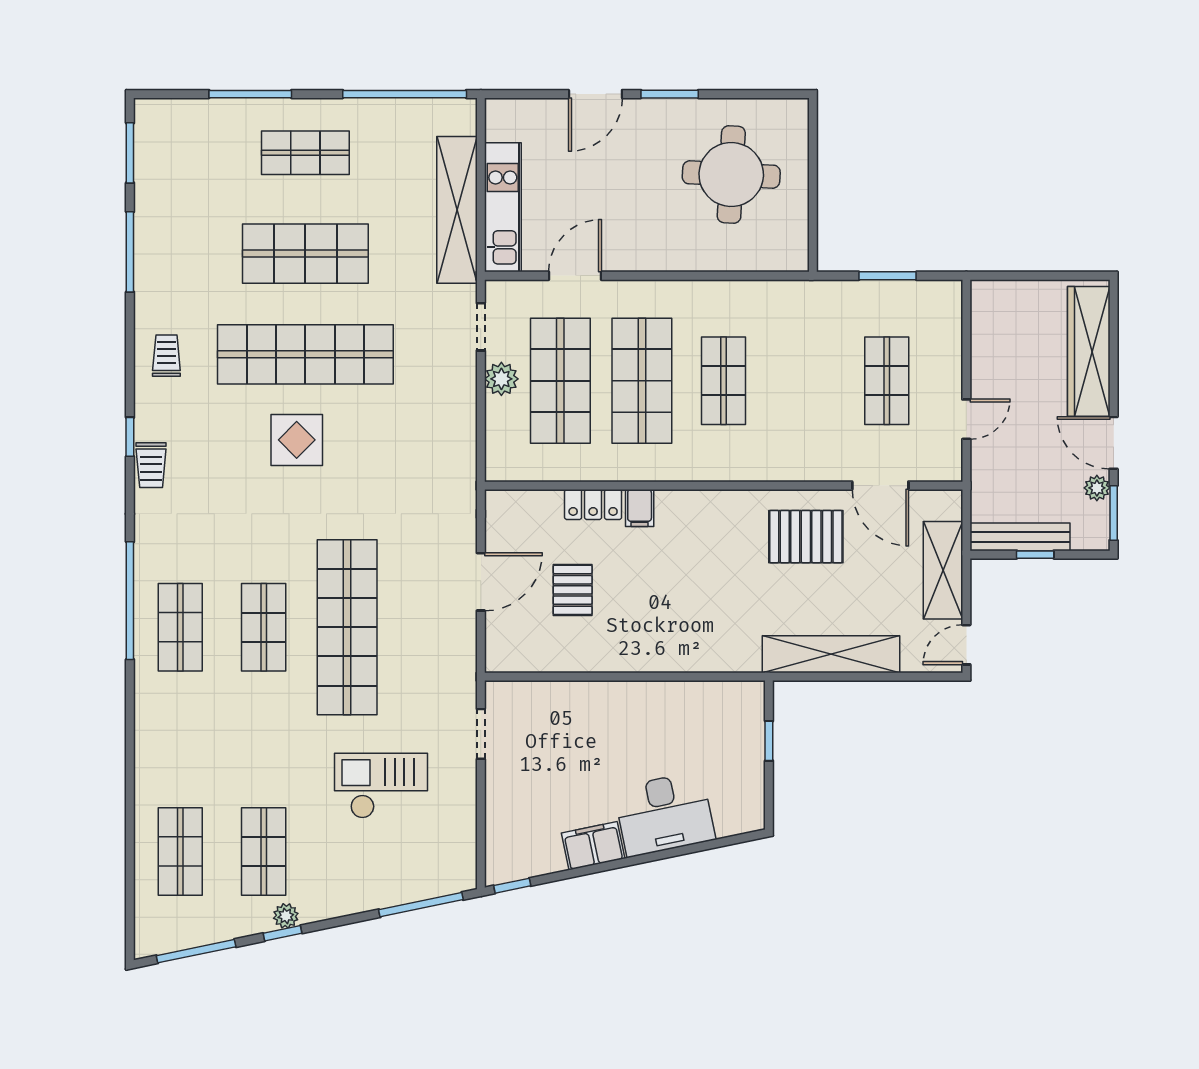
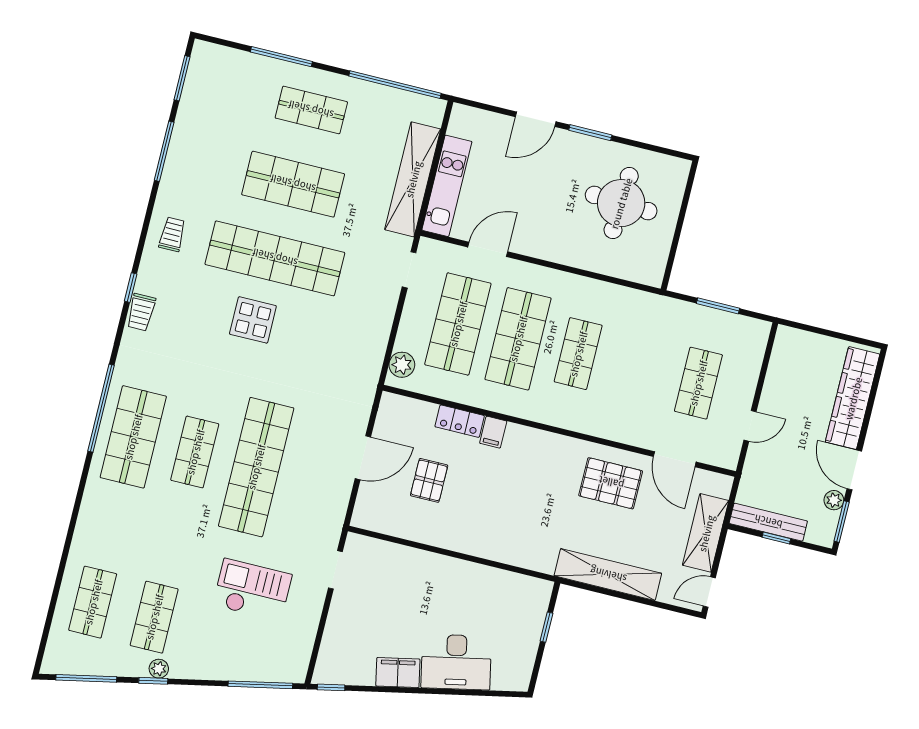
plant: (501, 379) -> (402, 365), moved
shop shelf: (180, 627) -> (133, 437), width x1.43, depth x1.36

